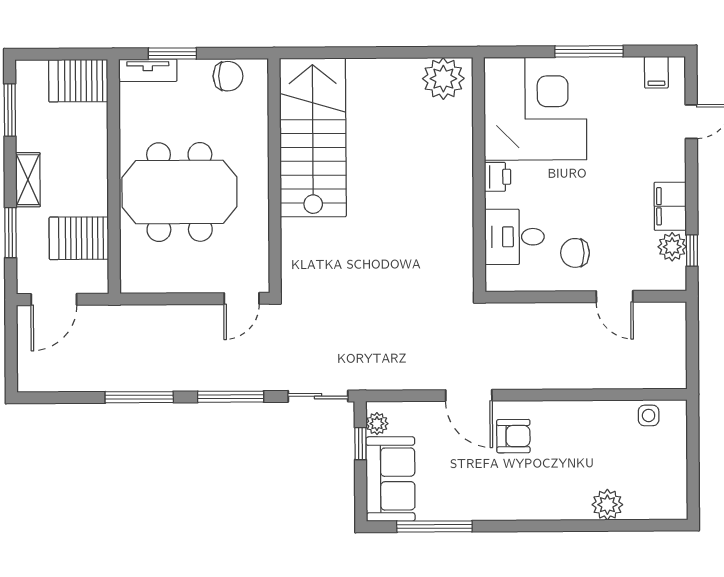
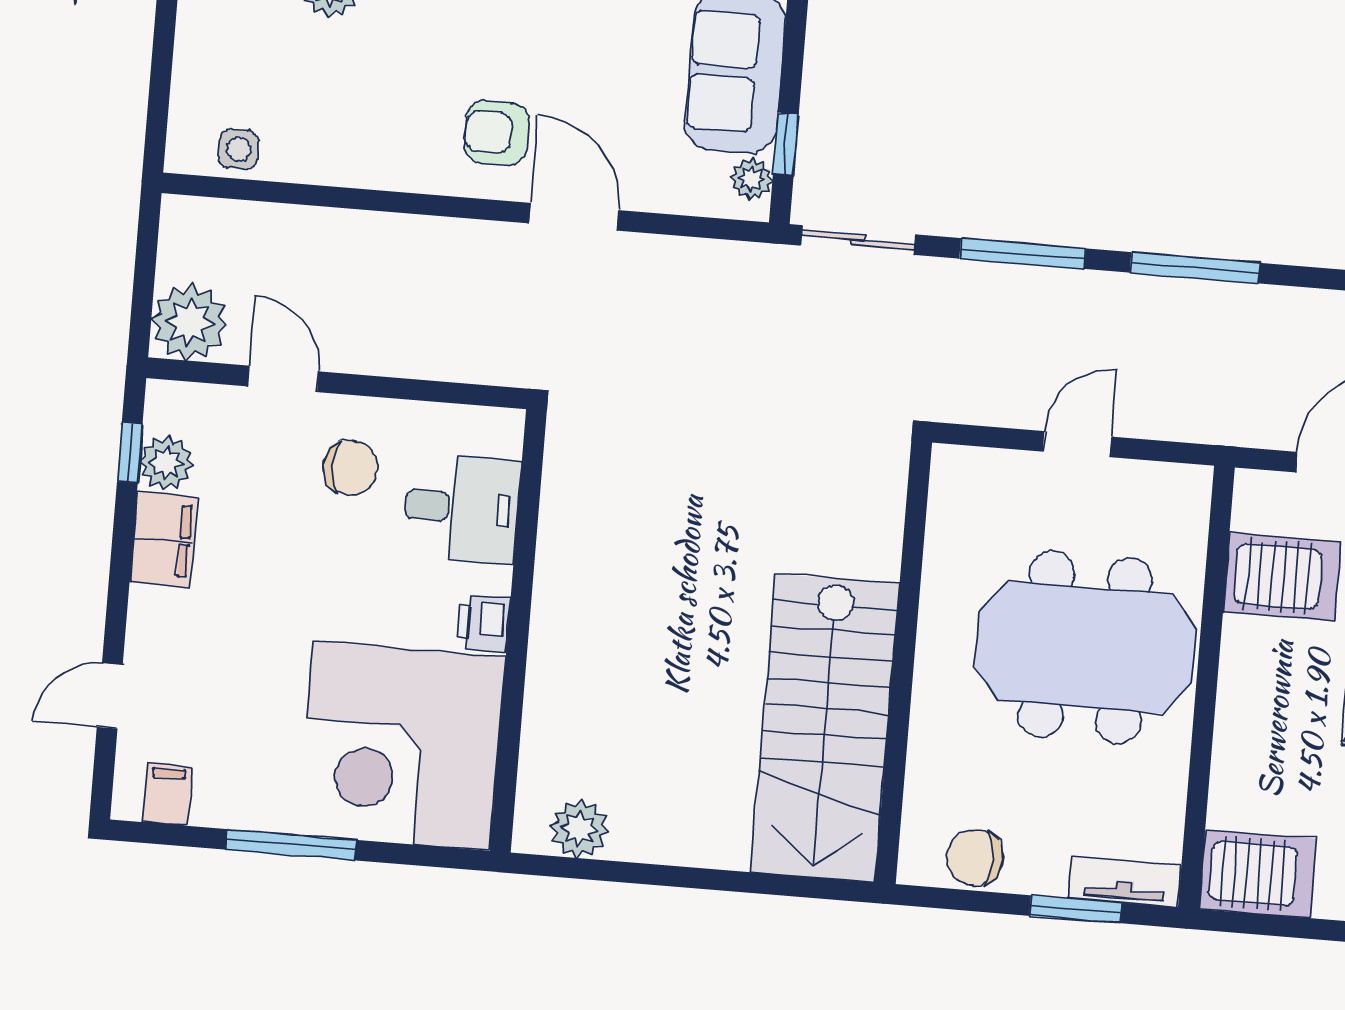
plant: (443, 79) -> (579, 829), width x0.73, depth x0.73
door: (242, 298) -> (1077, 444), moved
plant: (667, 322) -> (189, 322), added

